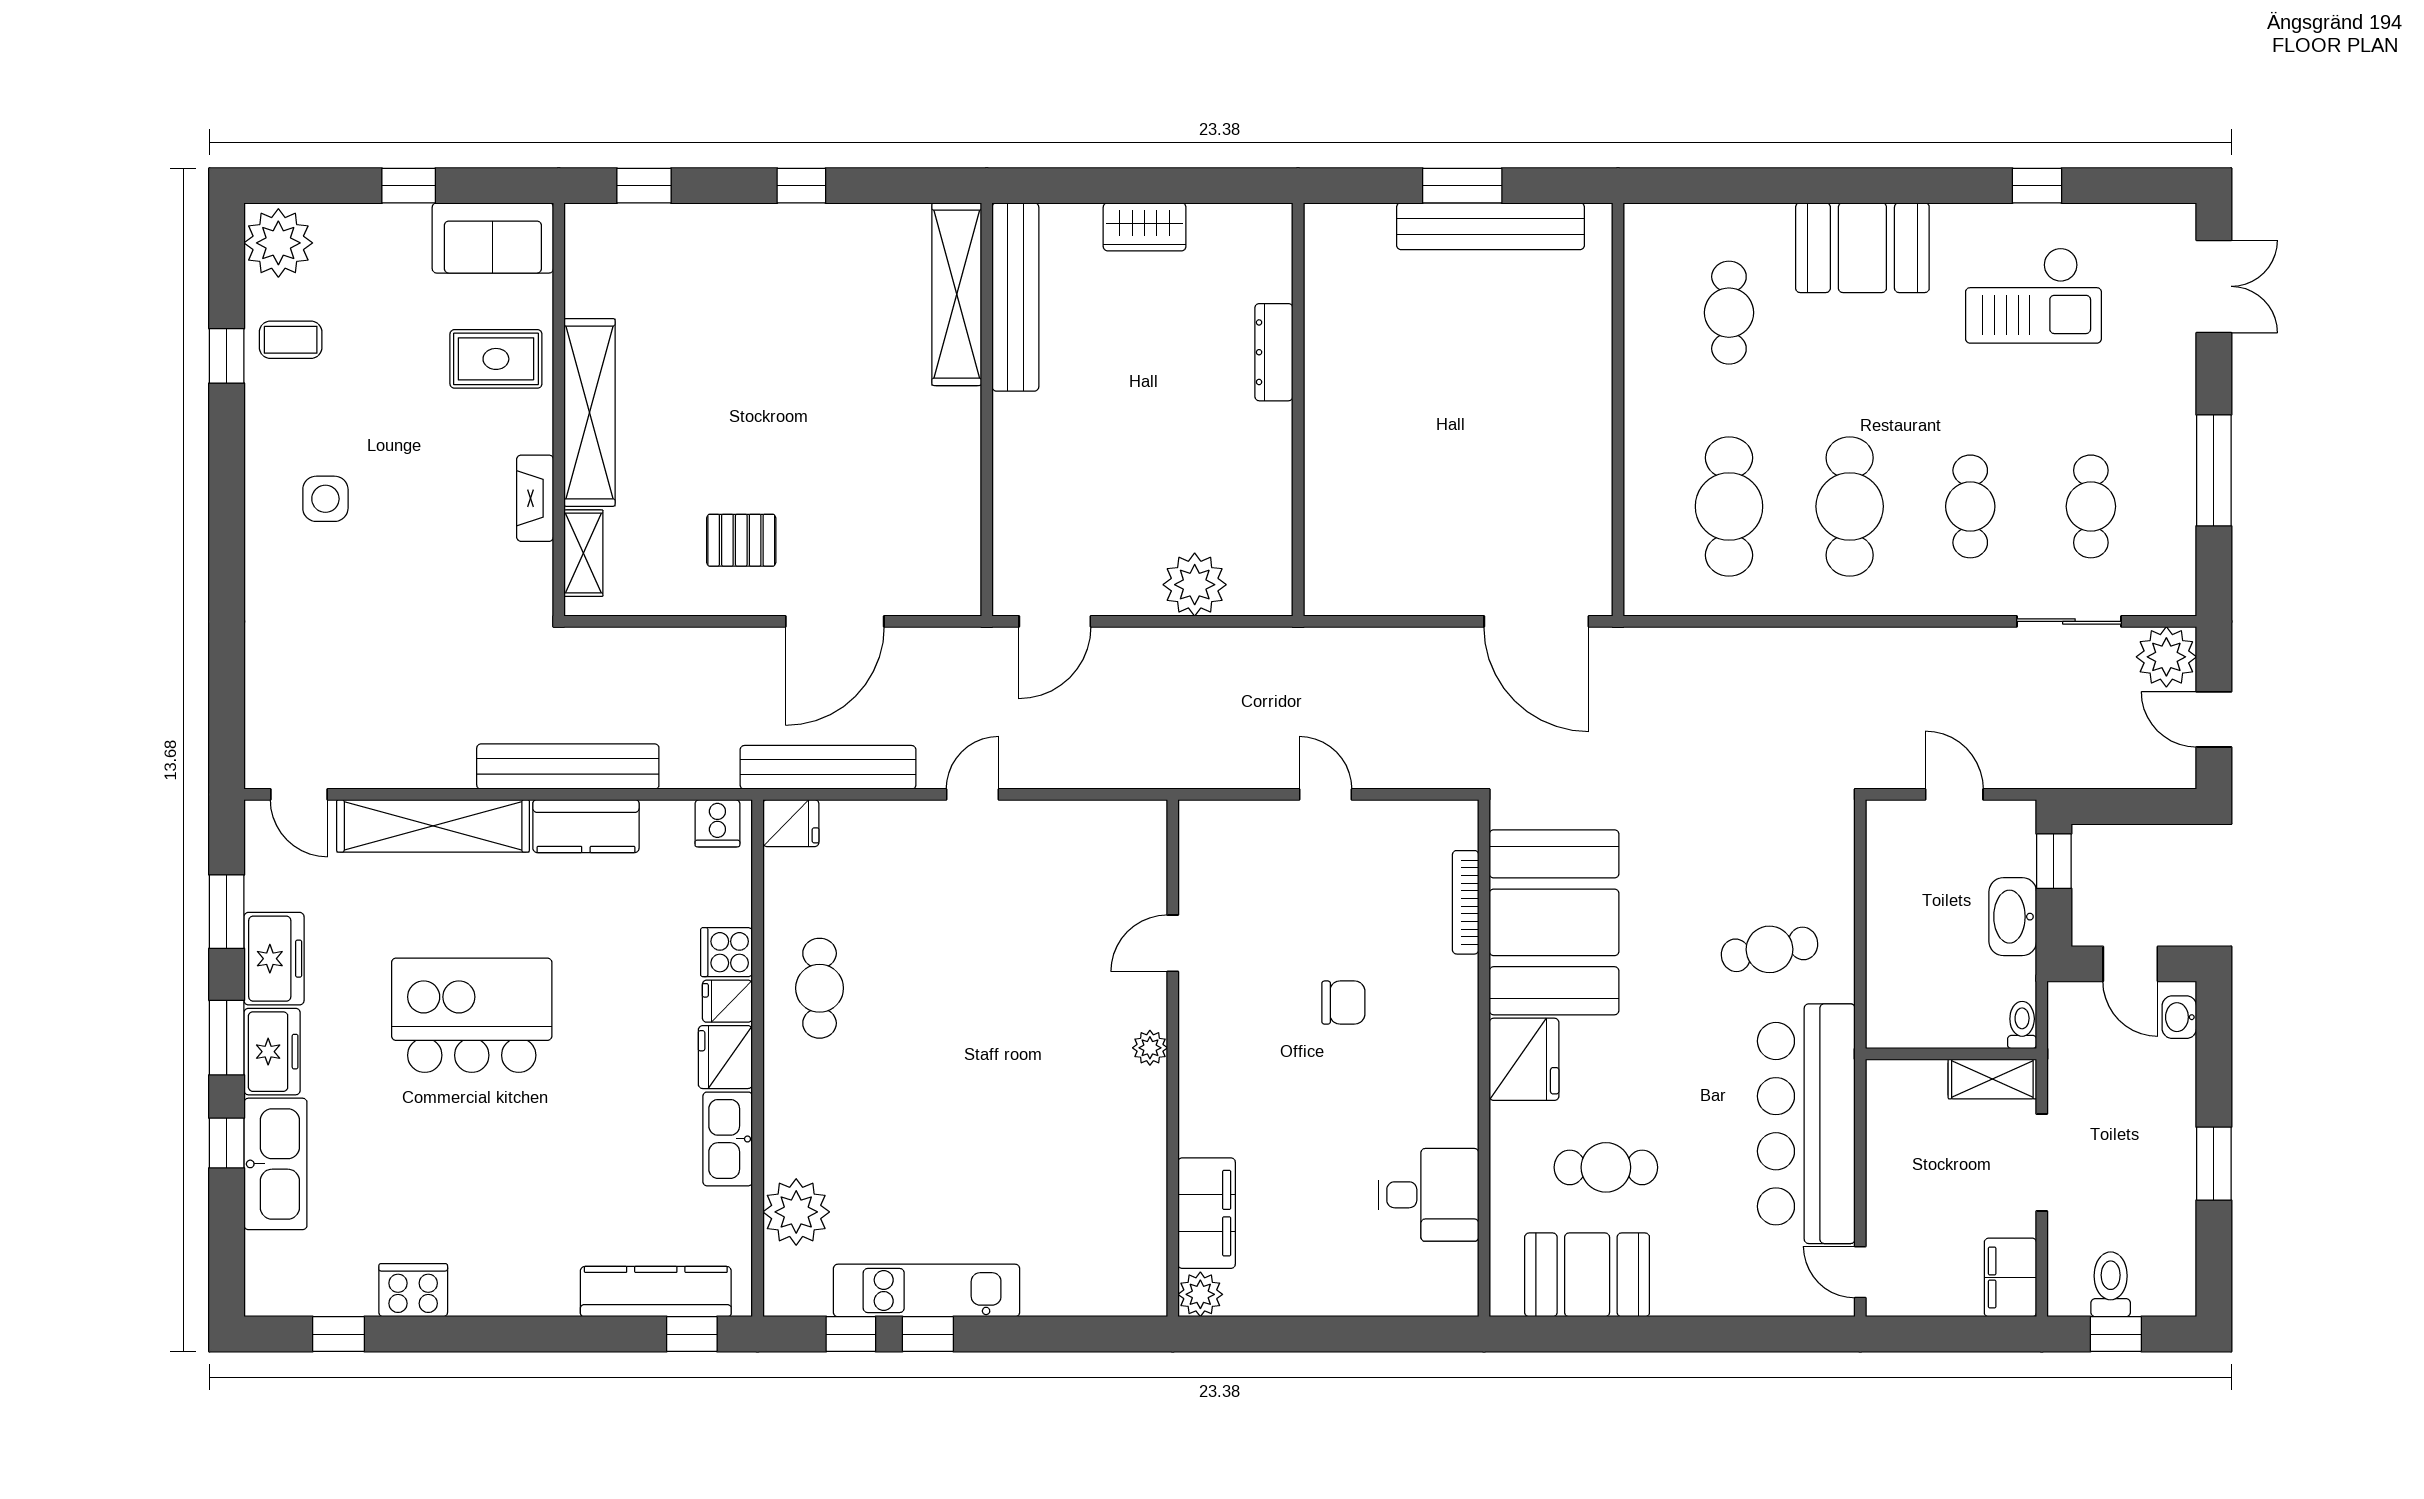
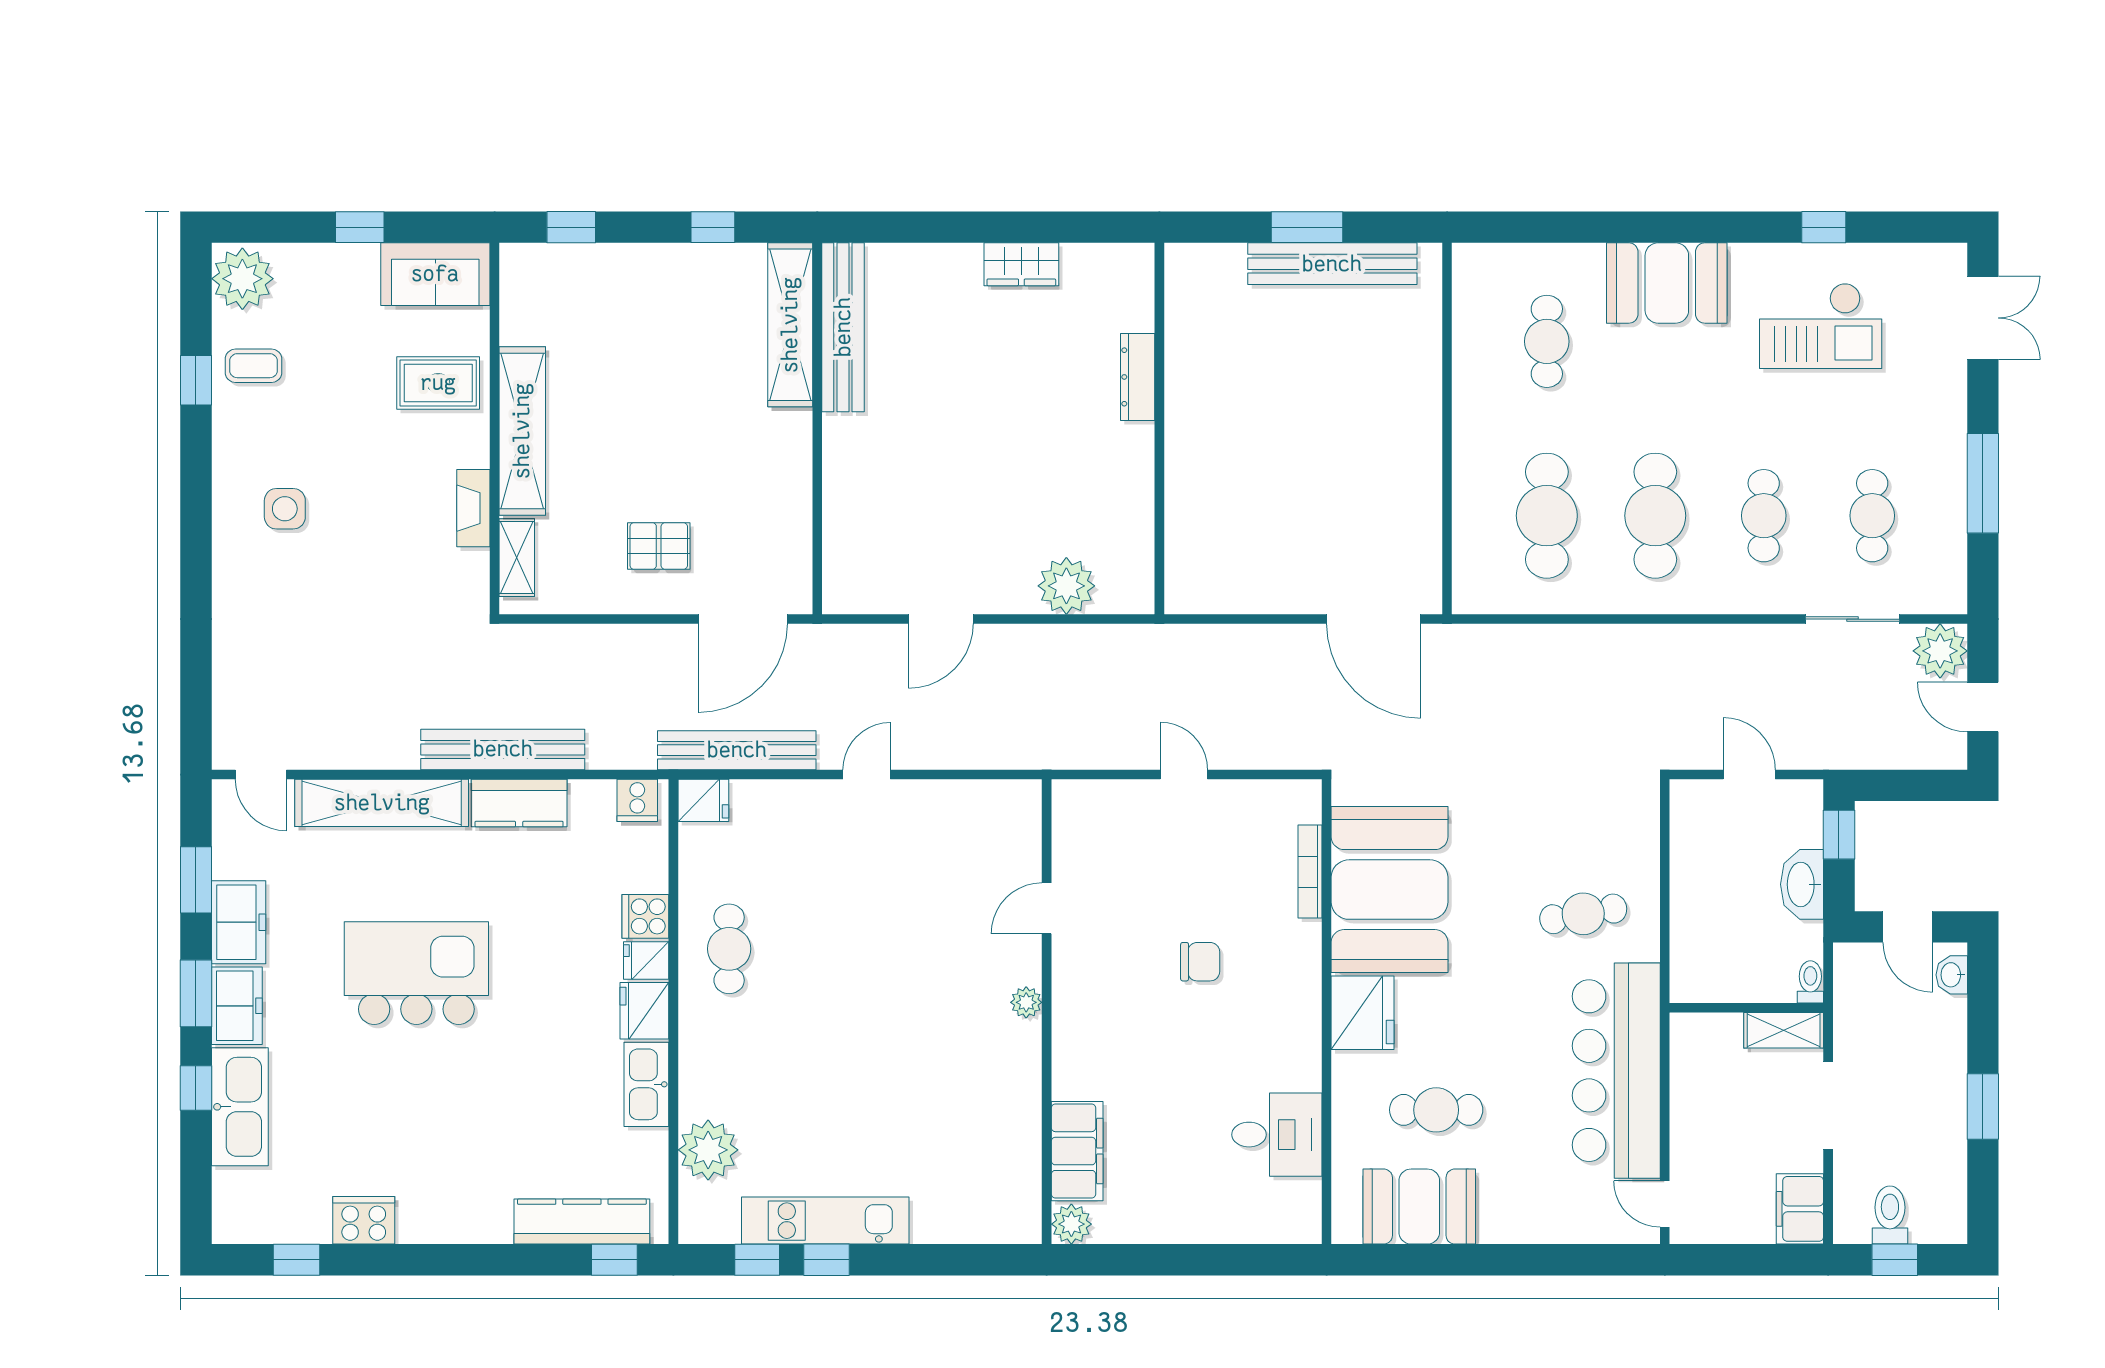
shelving: (957, 294) -> (790, 325), moved
bench: (1015, 297) -> (843, 327), moved
wall: (987, 410) -> (817, 429), moved

